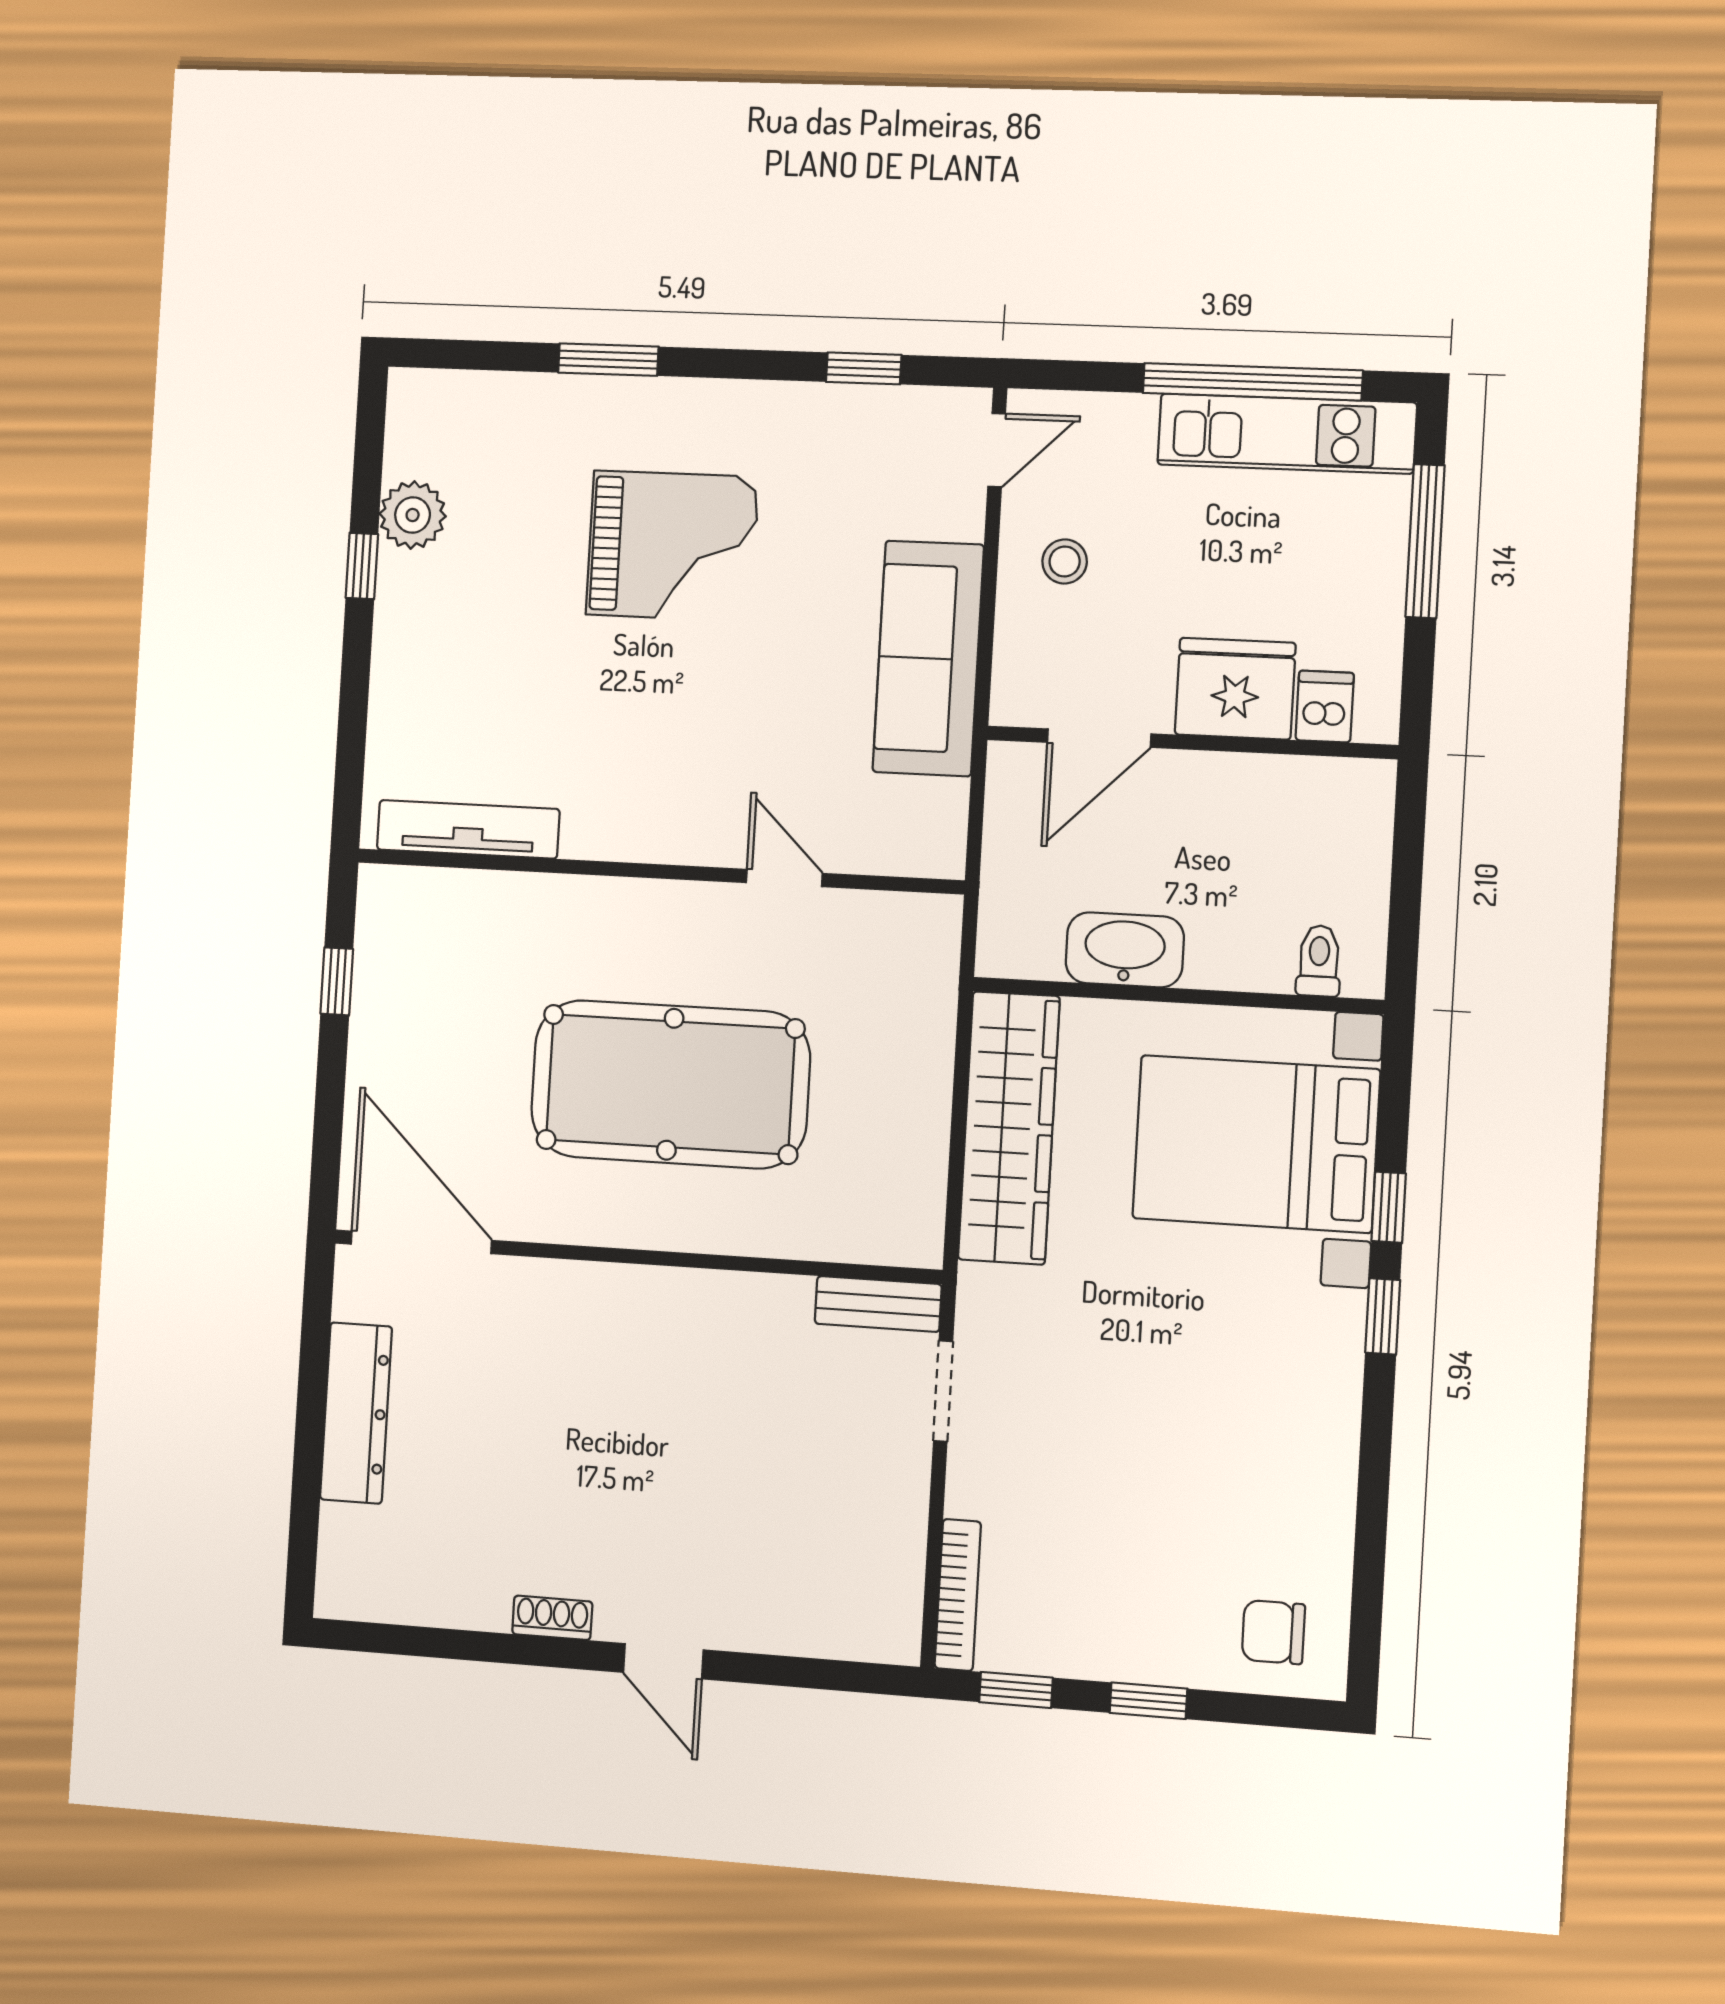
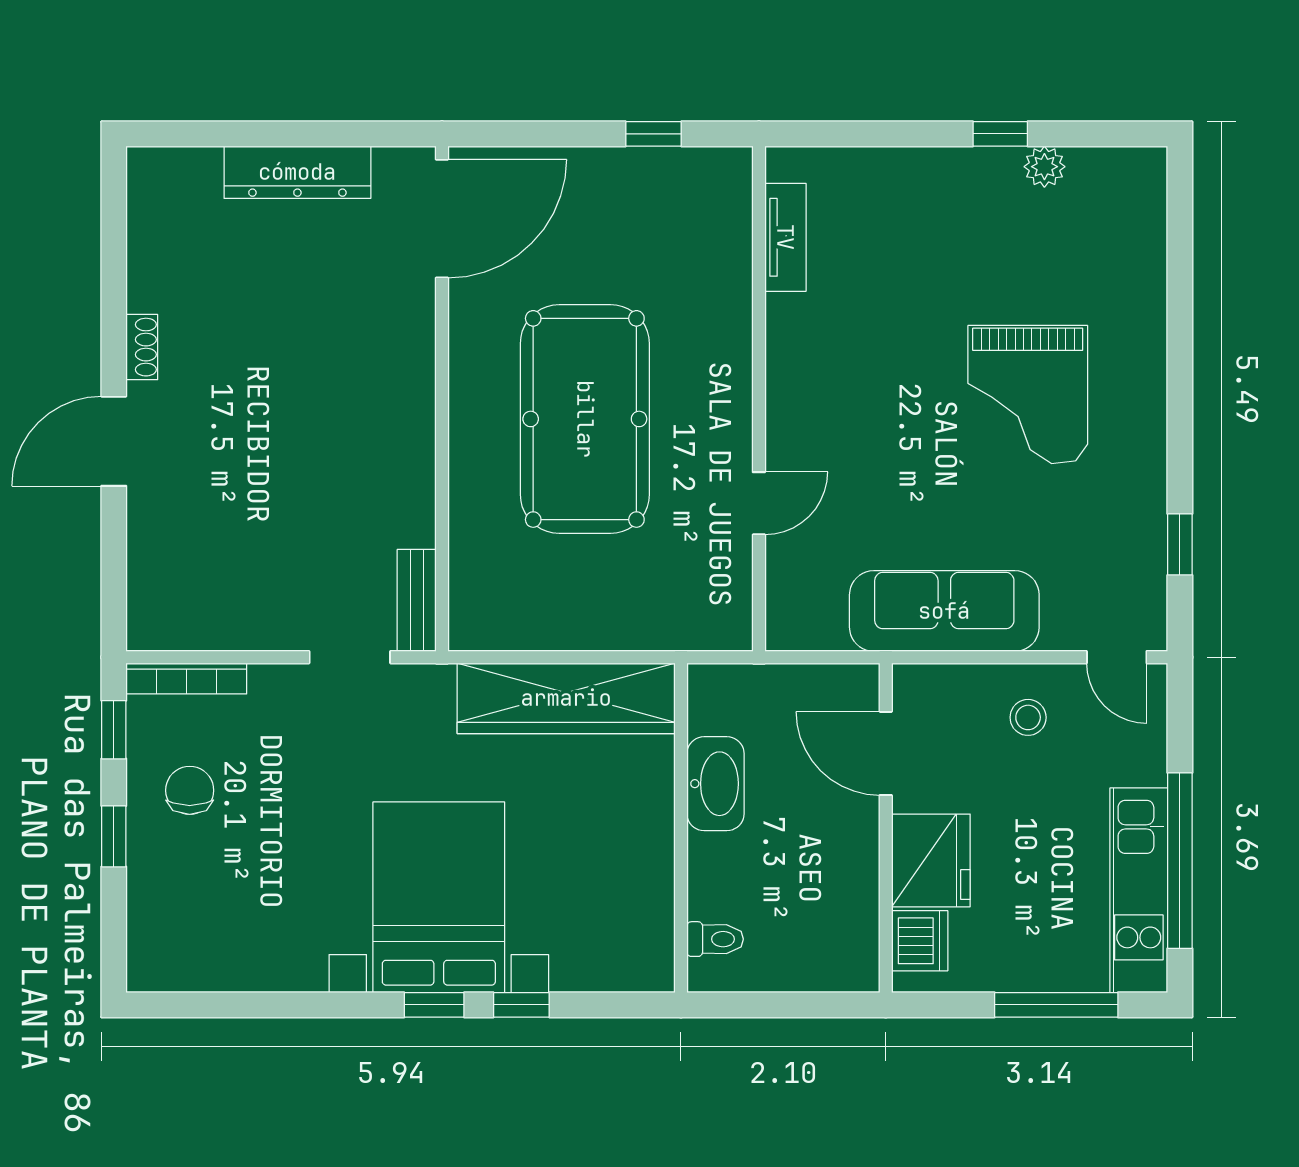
window: (608, 360) -> (1180, 332), removed
plant: (413, 515) -> (1044, 167), width x0.73, depth x0.73
dishwasher: (1325, 707) -> (920, 941), width x1.38
tv unit: (468, 829) -> (785, 237), width x0.71
bed with nightstands: (1256, 1144) -> (439, 897), moved
chair: (1273, 1632) -> (190, 790), moved
door: (663, 1661) -> (114, 441), width x1.38

